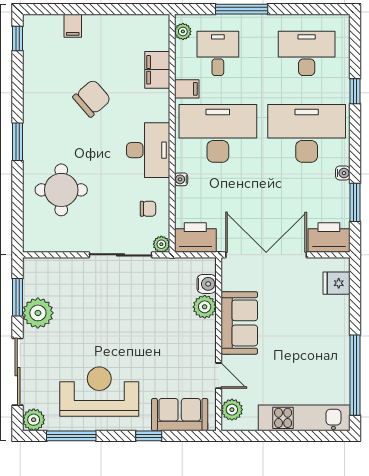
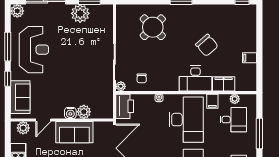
filing cabinet: (73, 26) -> (250, 58), moved
plant: (183, 31) -> (235, 99), moved
desk: (148, 150) -> (196, 78), moved
round table: (61, 190) -> (153, 27), turned 45
water cooler: (207, 284) -> (70, 113), moved
window: (71, 436) -> (8, 47), moved

